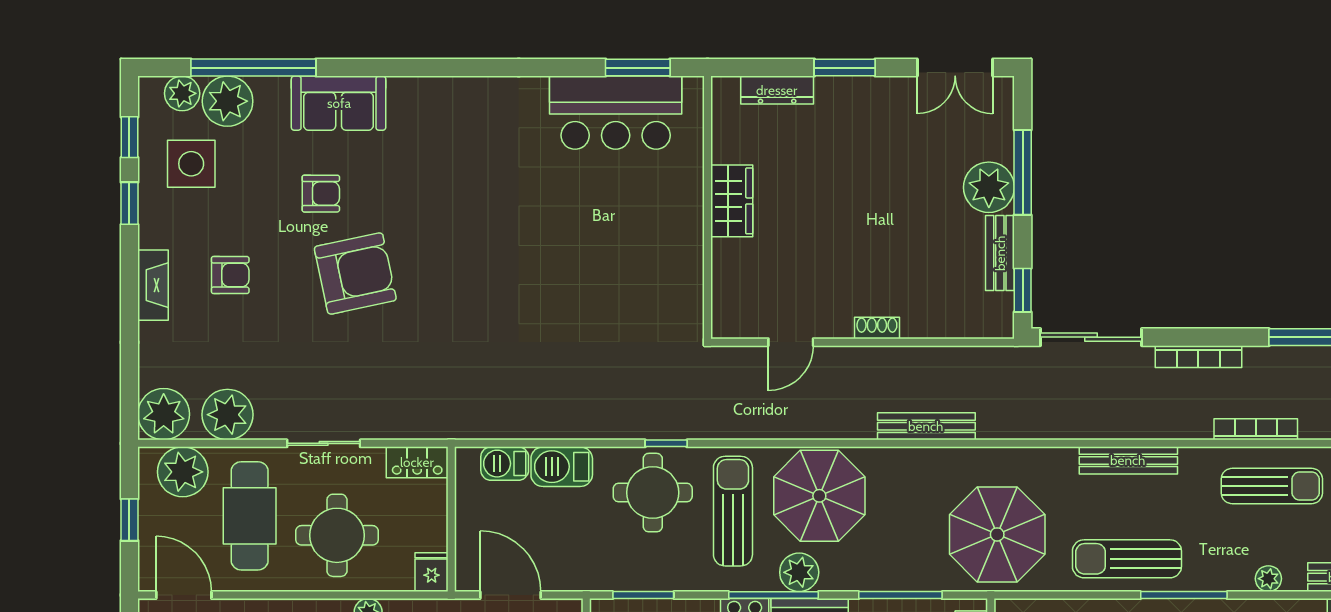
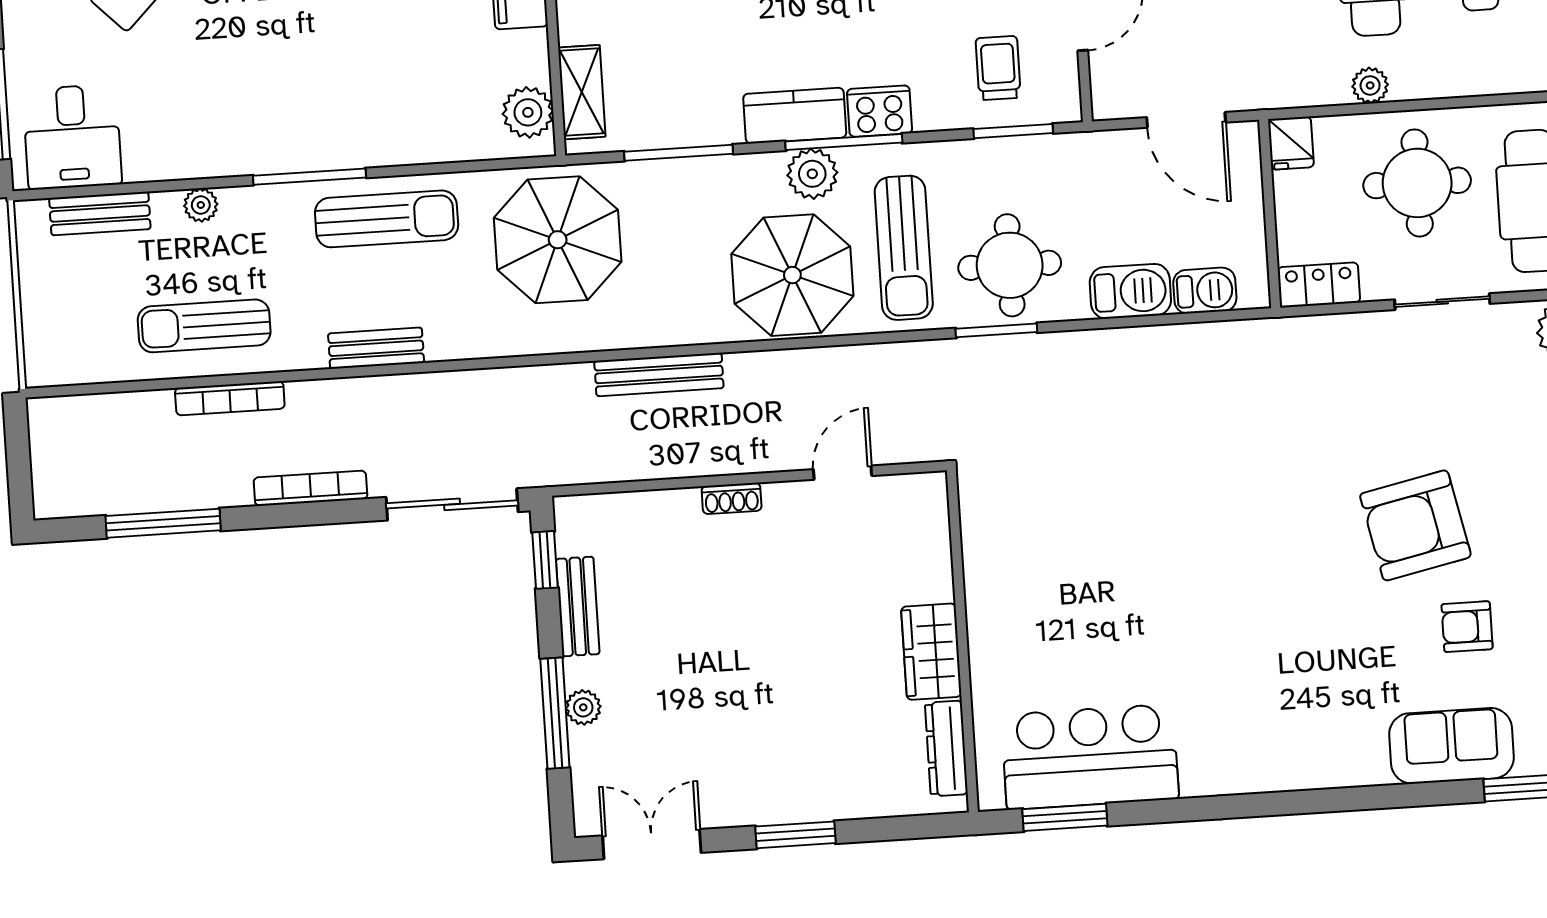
dresser: (777, 90) -> (946, 748), moved, turned -90
plant: (989, 187) -> (583, 707), width x0.53, depth x0.53
window: (666, 443) -> (996, 330), width x1.50
bench: (1128, 460) -> (376, 348), width x0.73

